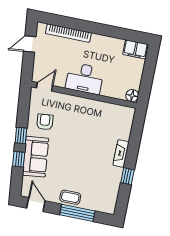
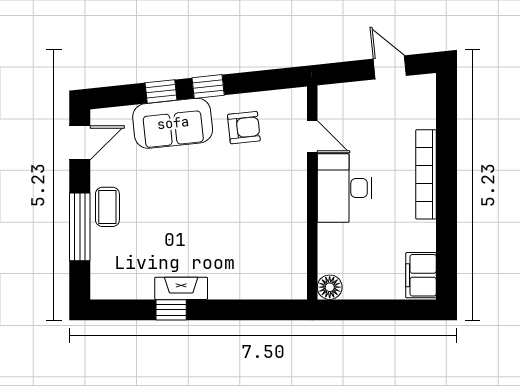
bookcase: (68, 33) -> (426, 174), moved
door: (45, 87) -> (312, 137), moved
fireplace: (121, 154) -> (181, 288), moved

